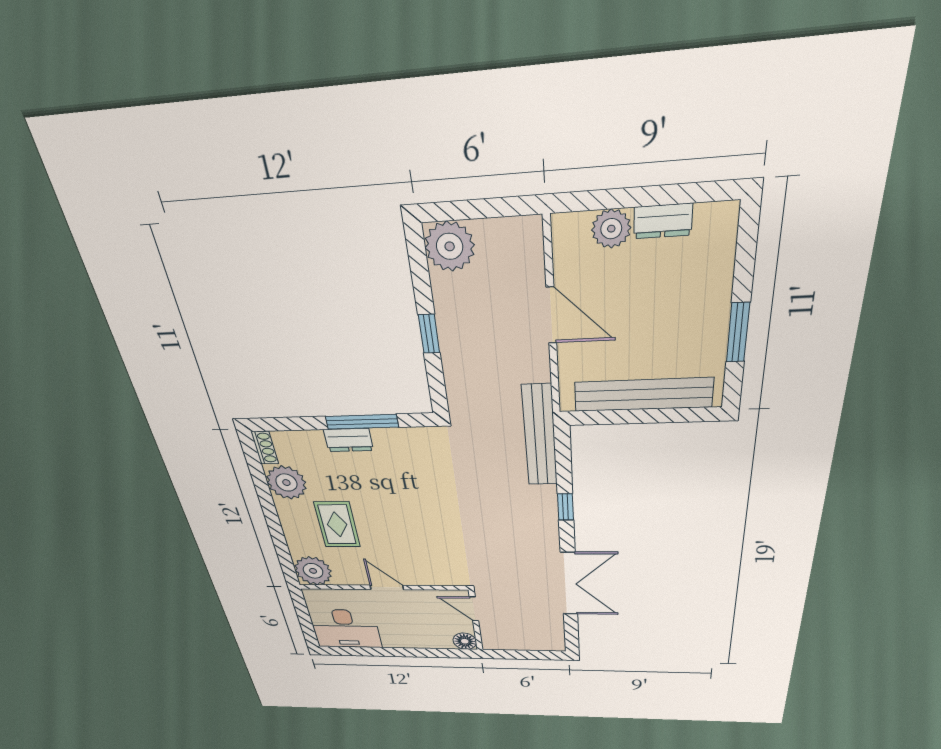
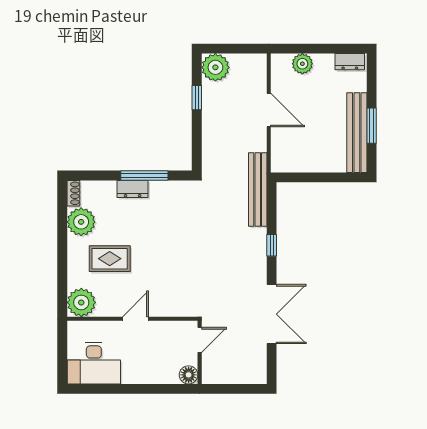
dresser: (663, 221) -> (350, 62), moved
window: (429, 334) -> (197, 98), moved
bench: (643, 395) -> (357, 133), moved, turned 90
rug: (337, 524) -> (110, 259), turned 90
door: (387, 587) -> (136, 319), hinge flipped
door: (474, 609) -> (200, 340), swing flipped

